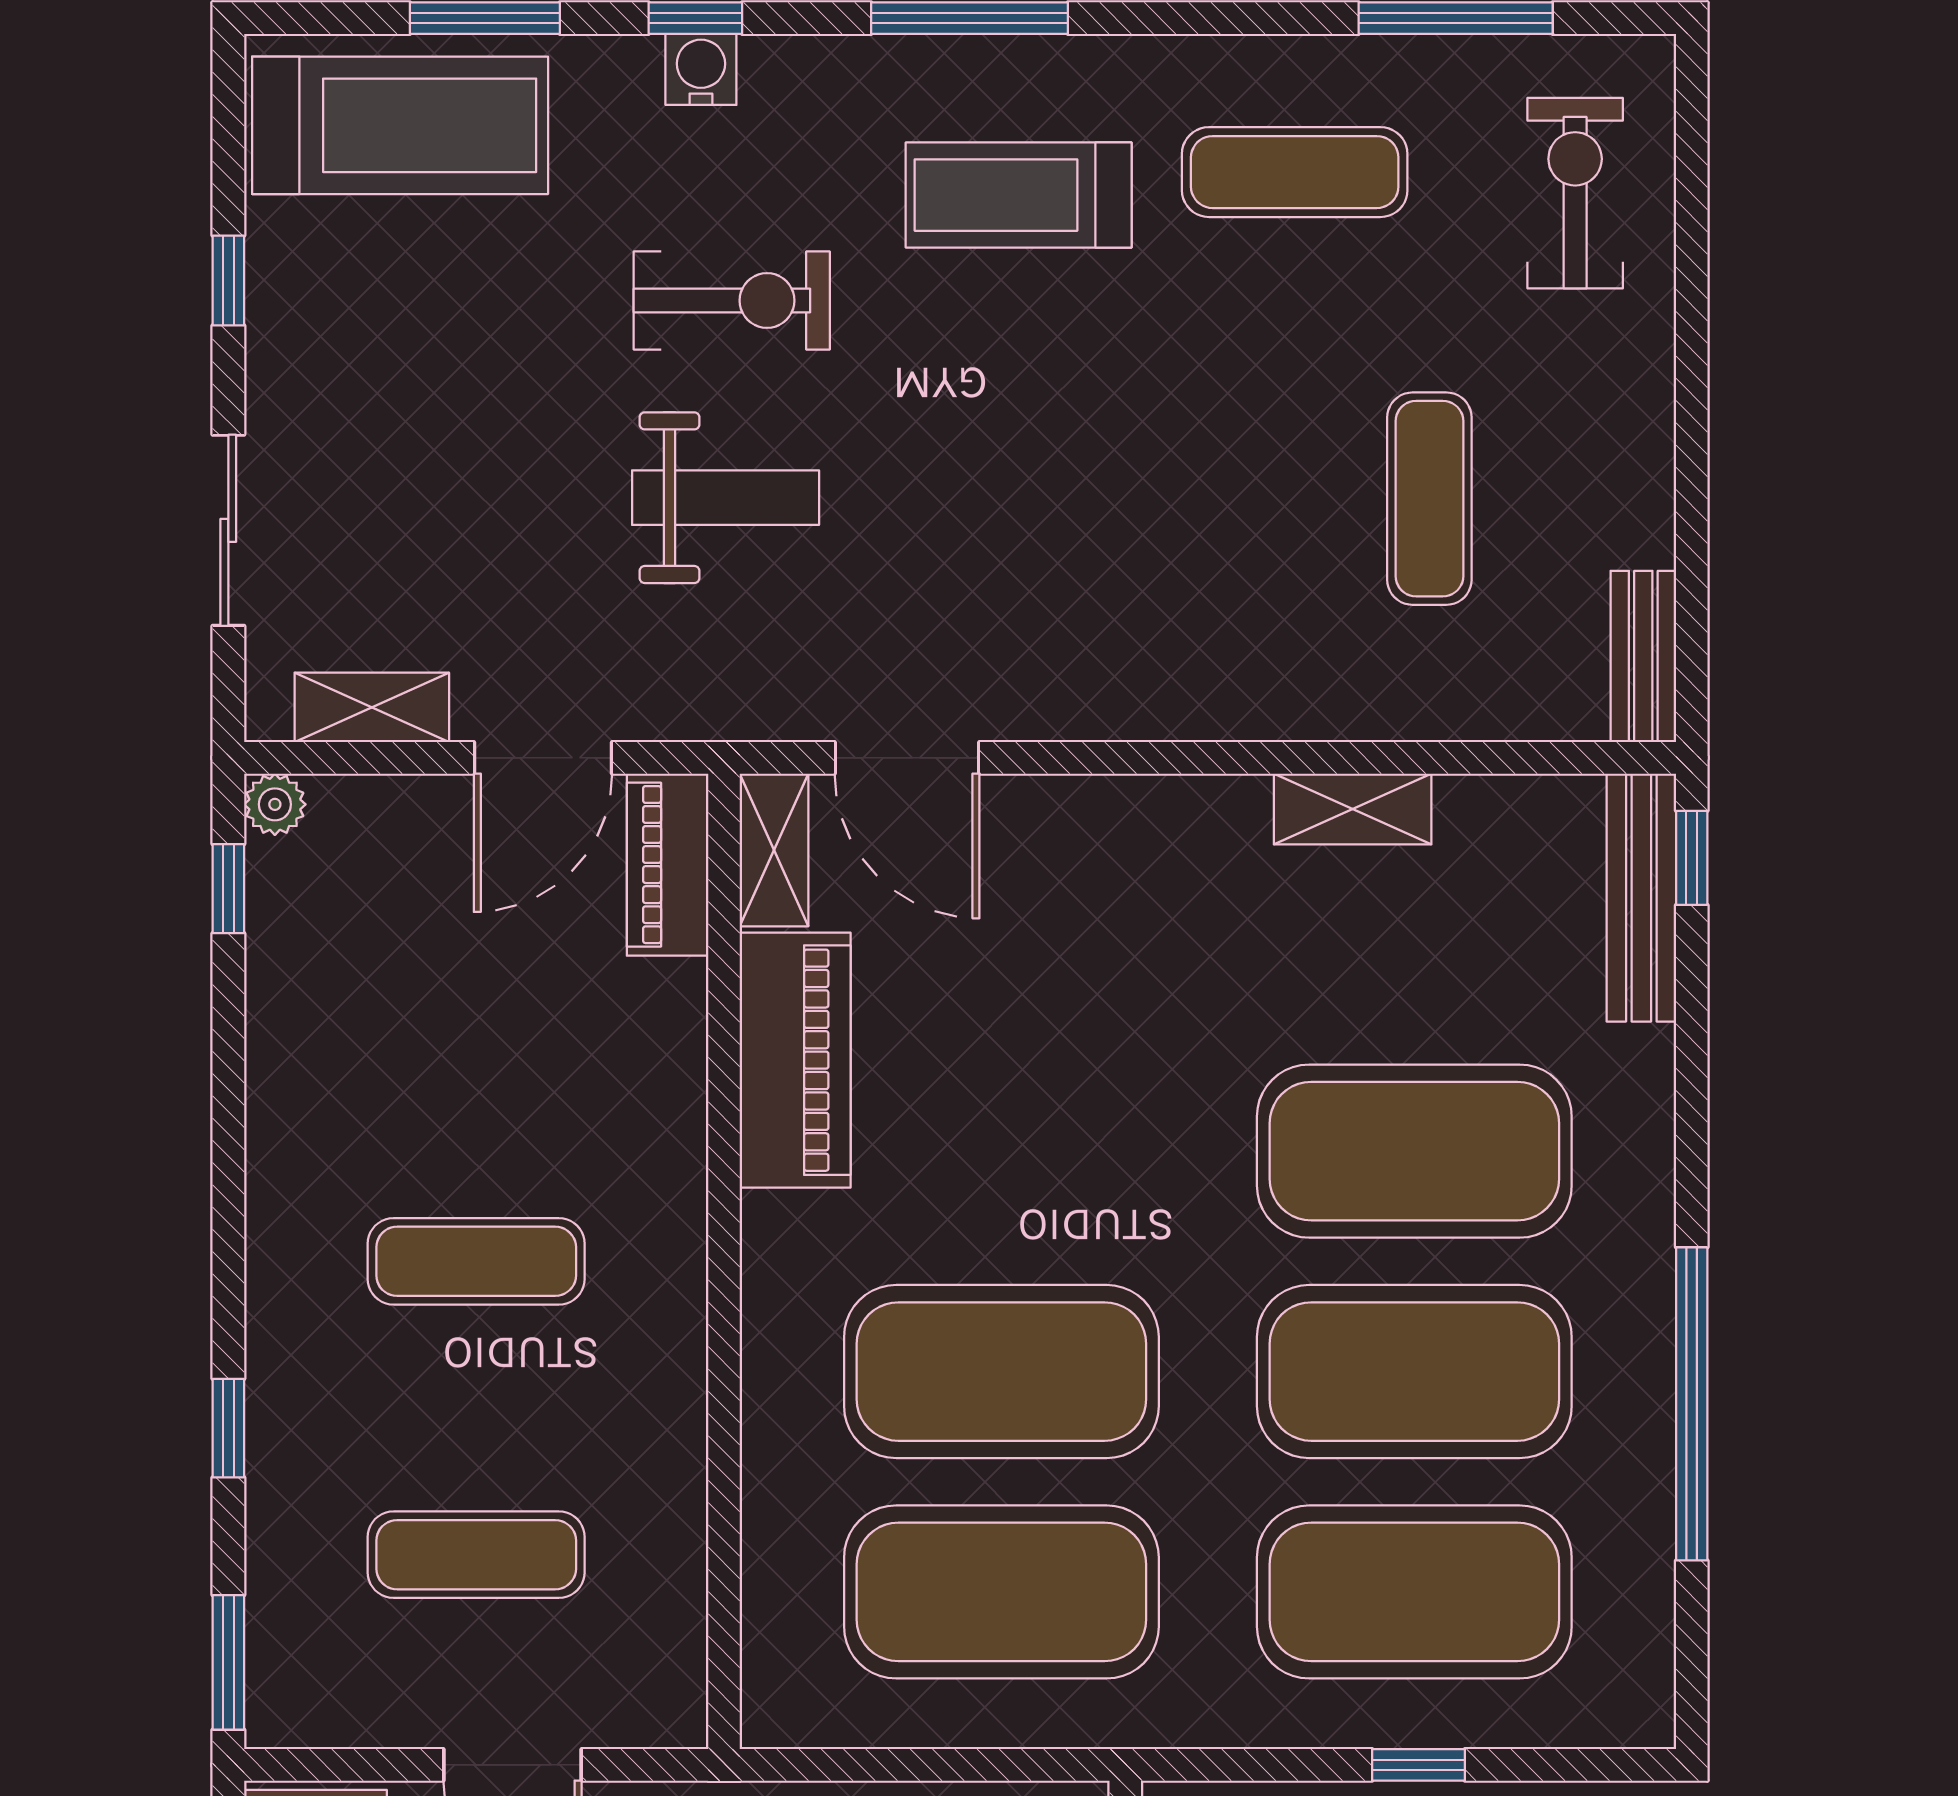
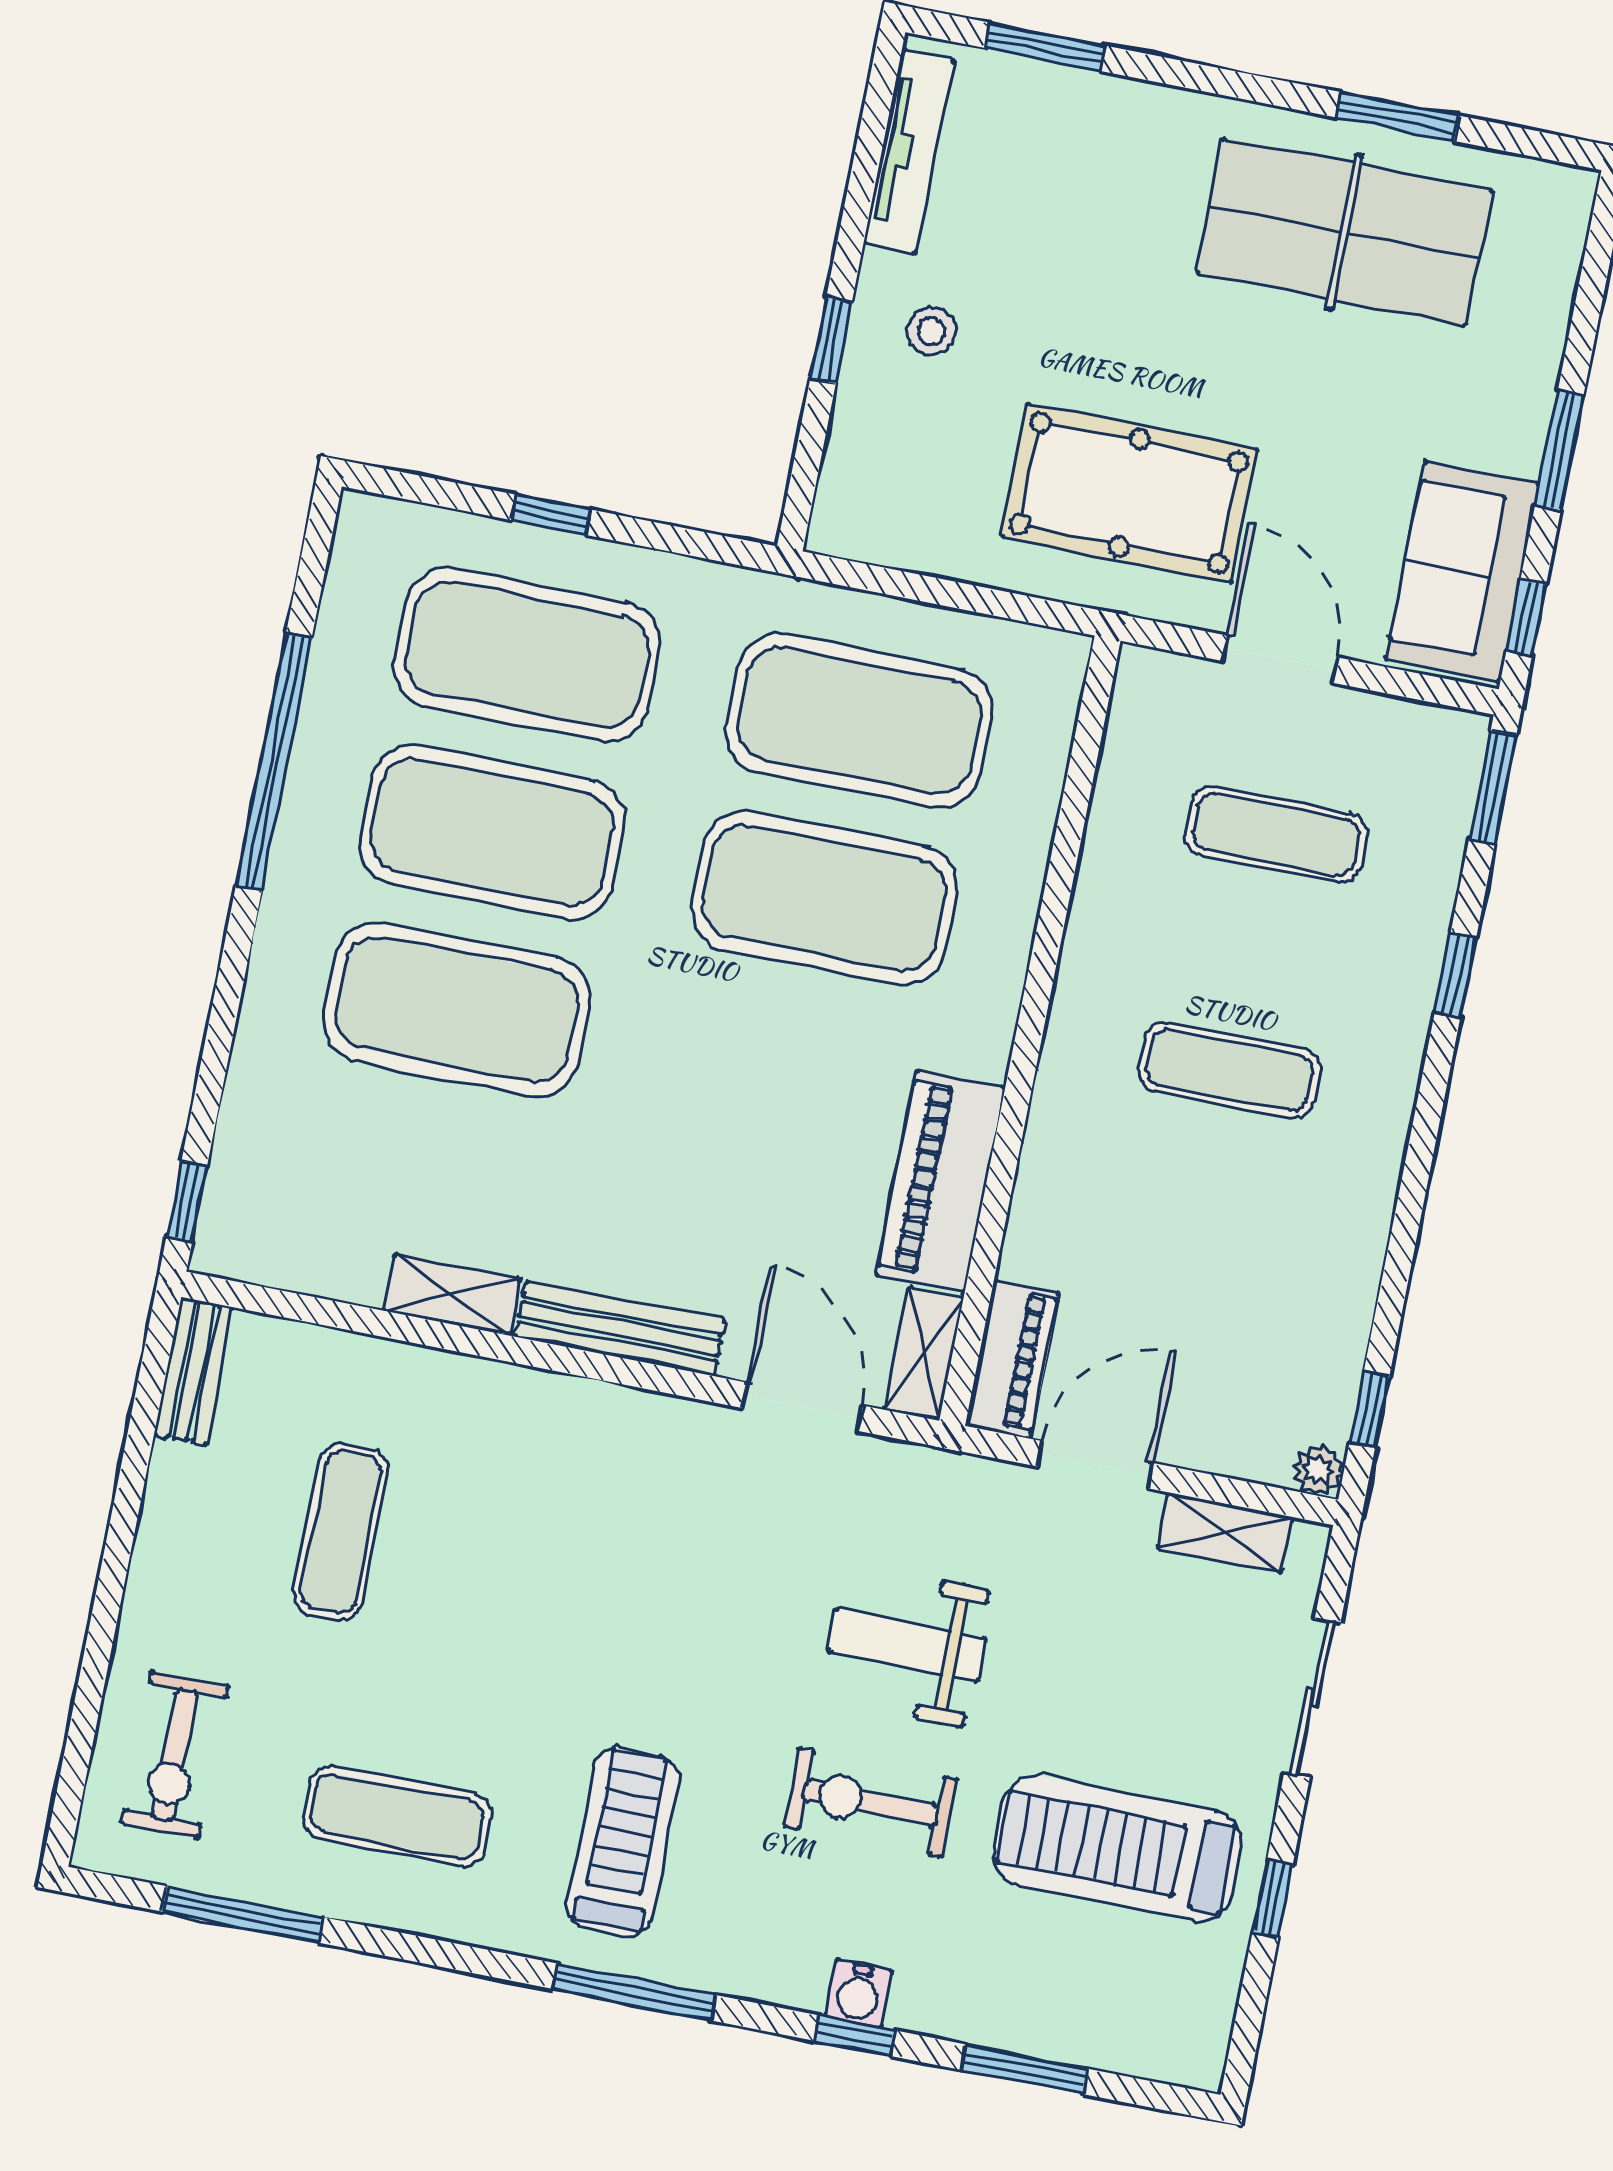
treadmill: (400, 125) -> (1117, 1849), moved
treadmill: (1019, 195) -> (623, 1842), turned -90
bench: (1641, 898) -> (620, 1329), moved, turned 90

